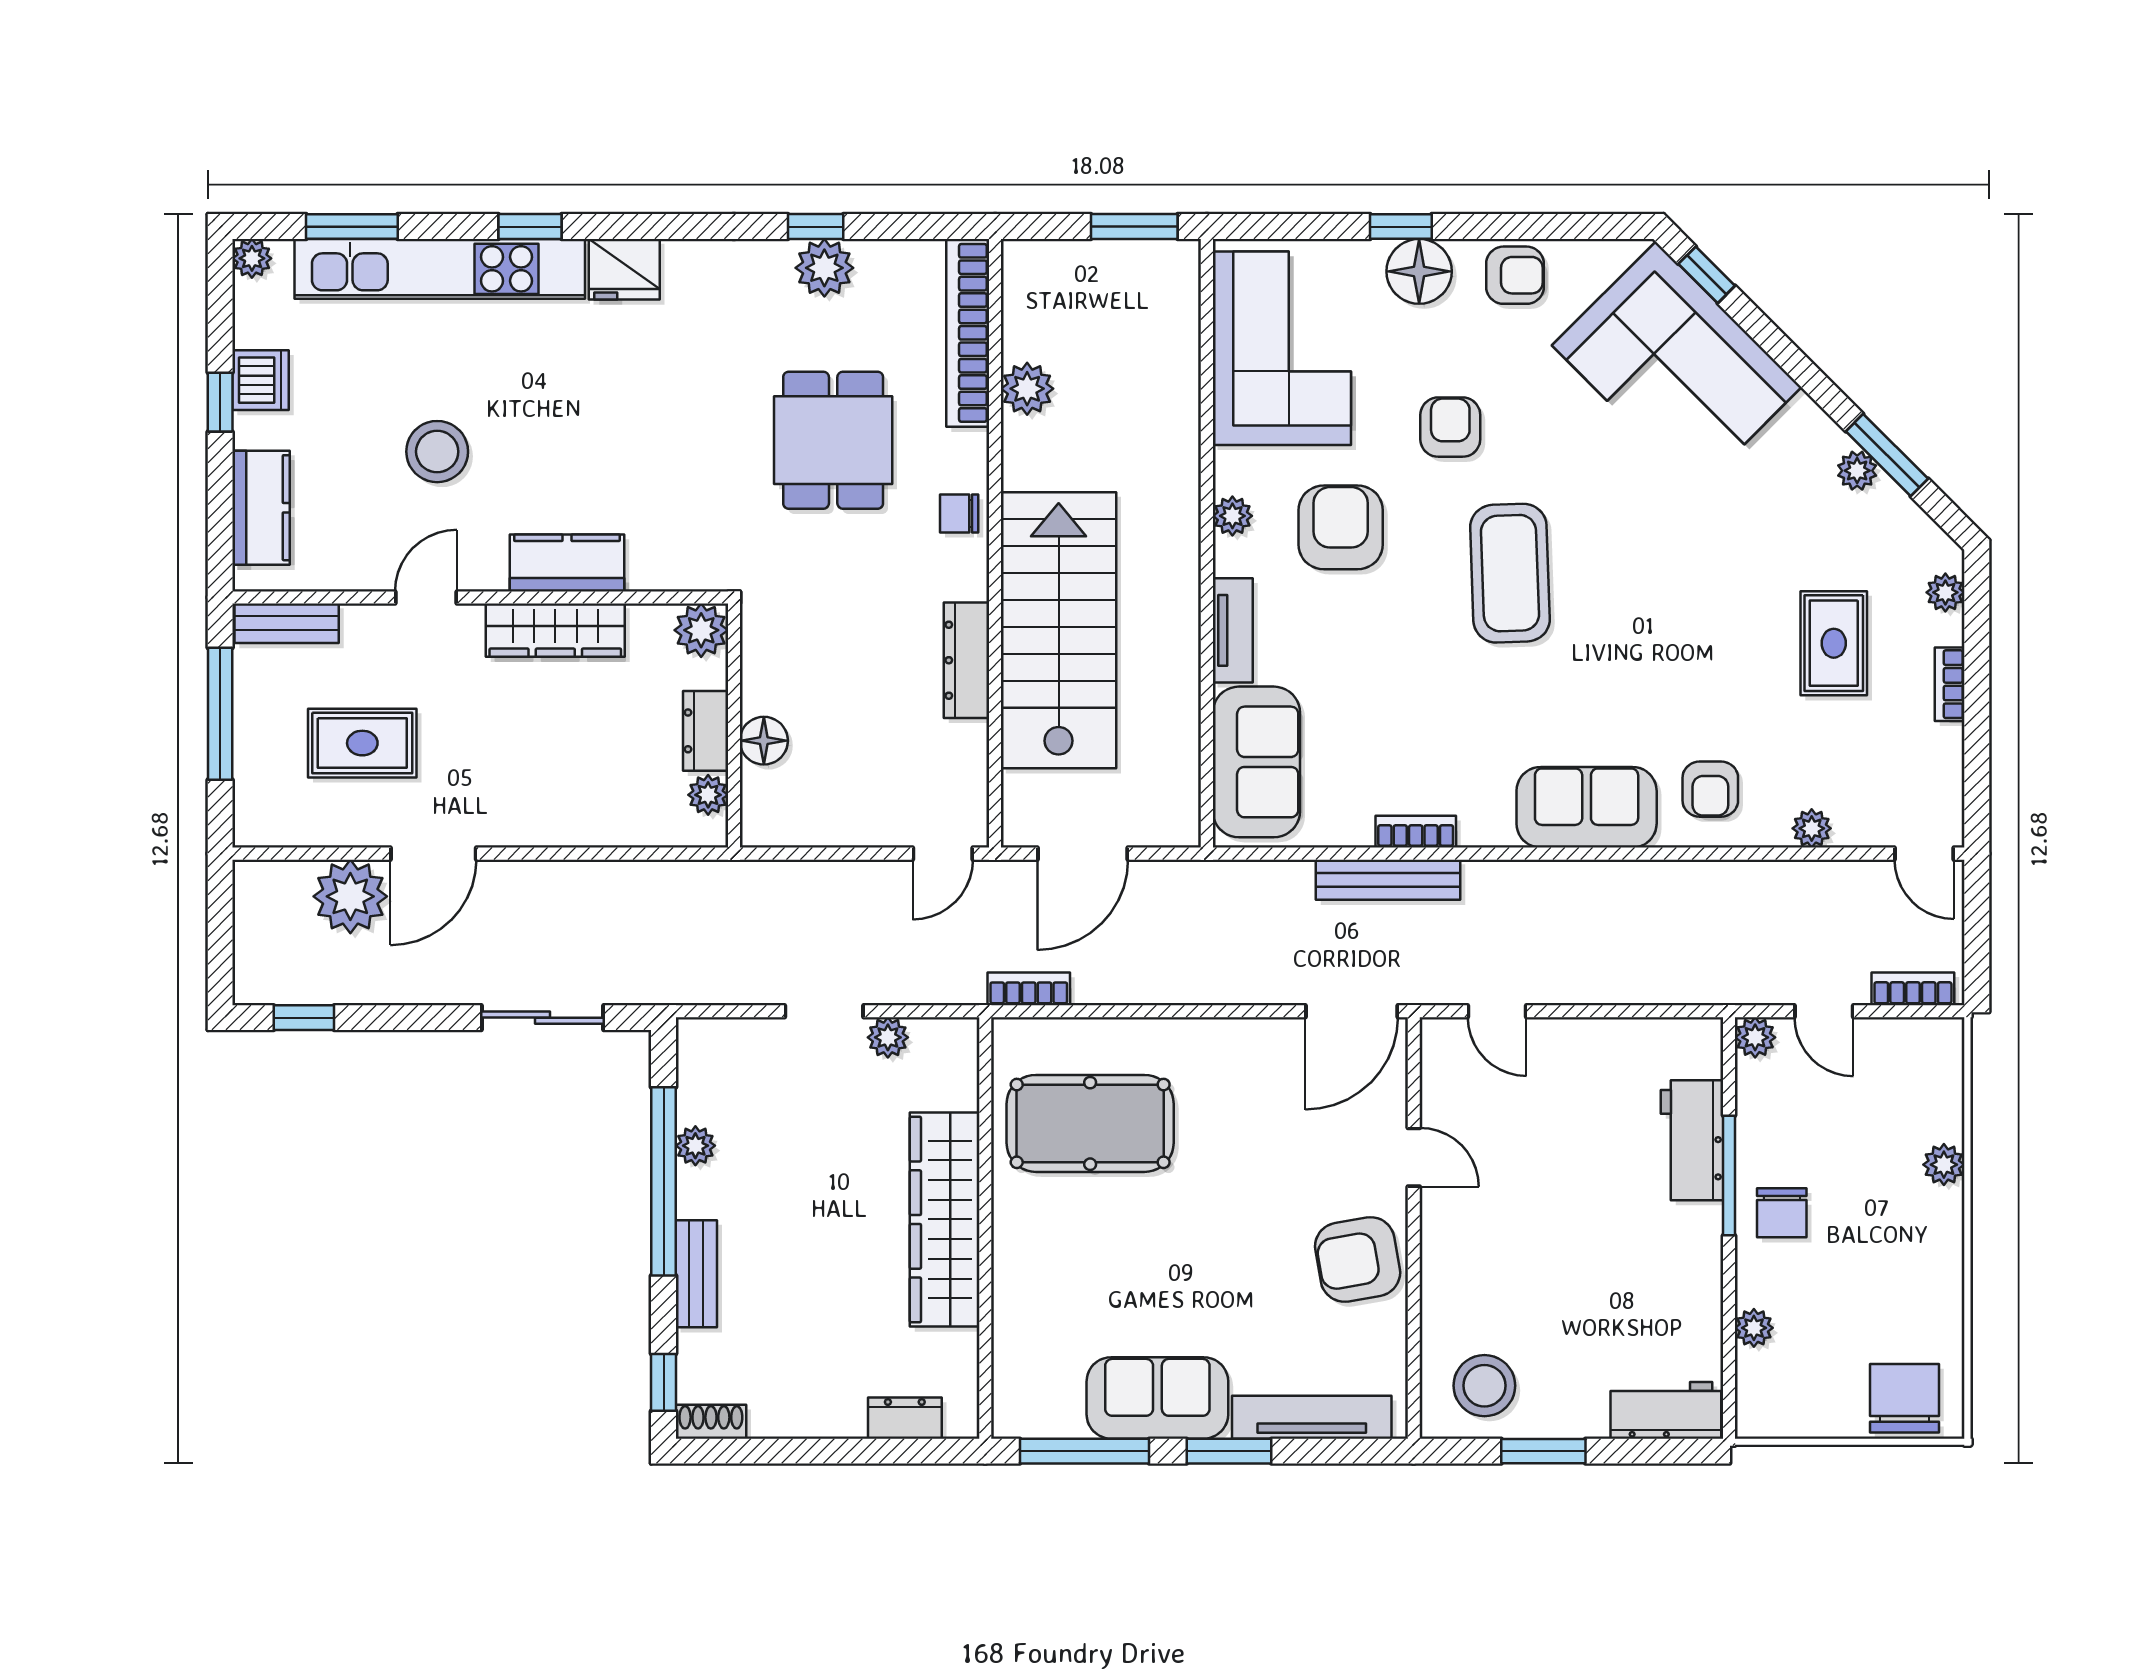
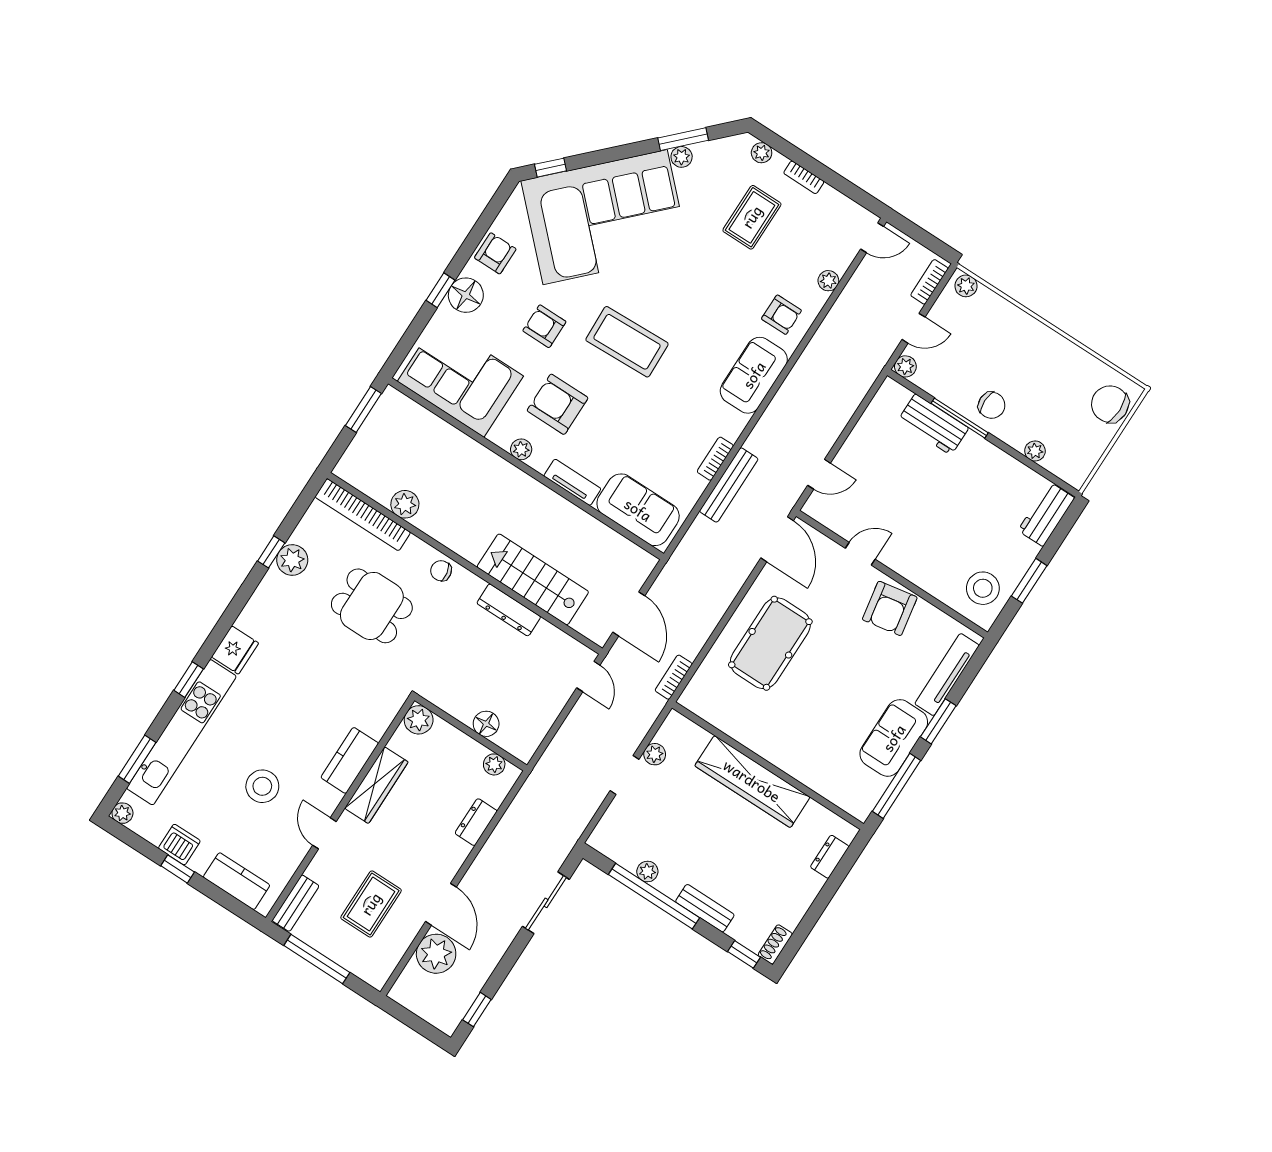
corner sofa: (1677, 366) -> (605, 217), width x1.36, depth x1.36
chair: (959, 513) -> (441, 571), turned 79
stairs: (1059, 630) -> (533, 579), width x0.73, depth x0.66
rug: (1834, 643) -> (752, 217), turned 90
dresser: (706, 731) -> (476, 822), moved, turned 90
pool table: (1090, 1123) -> (770, 643), moved
plant: (1944, 1165) -> (966, 286), moved

